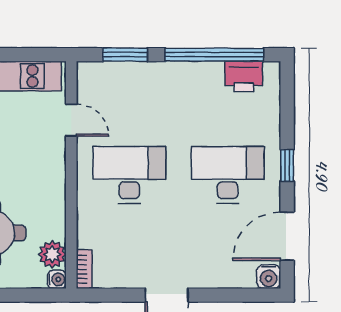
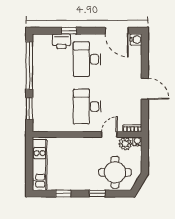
printer: (244, 77) -> (61, 41), moved, turned 90
door: (71, 120) -> (109, 134), moved
window: (287, 166) -> (69, 31), moved

